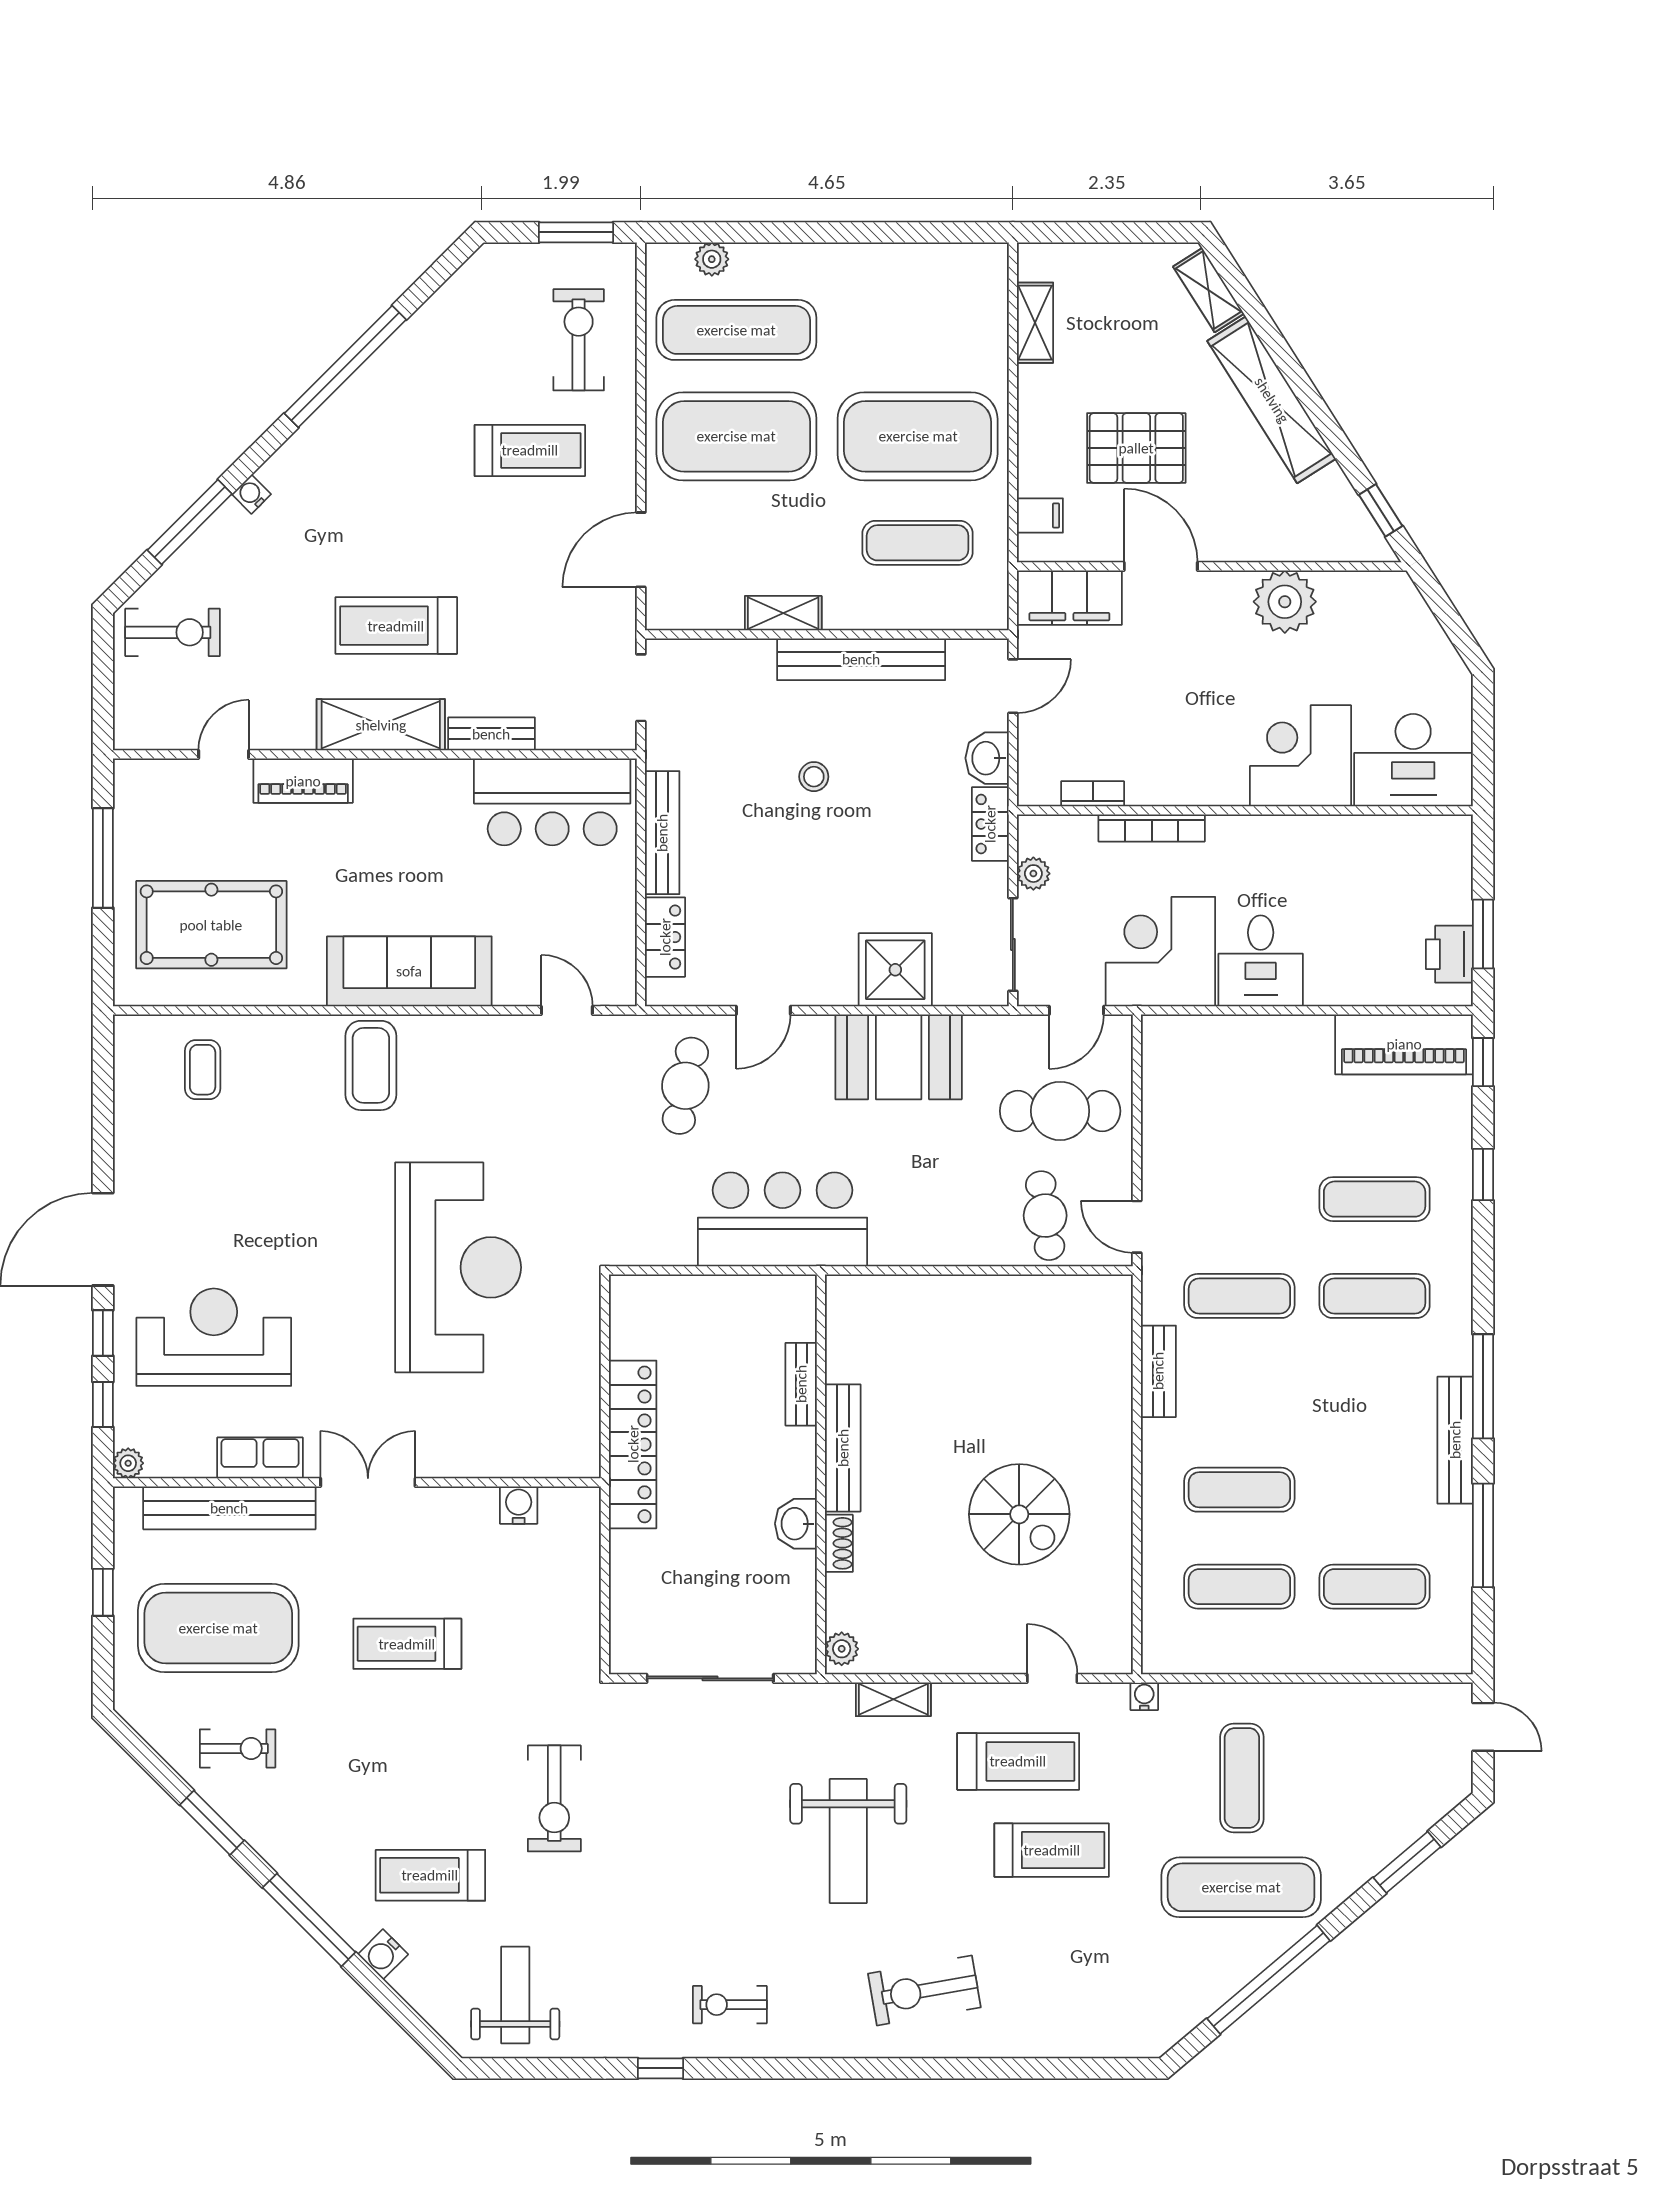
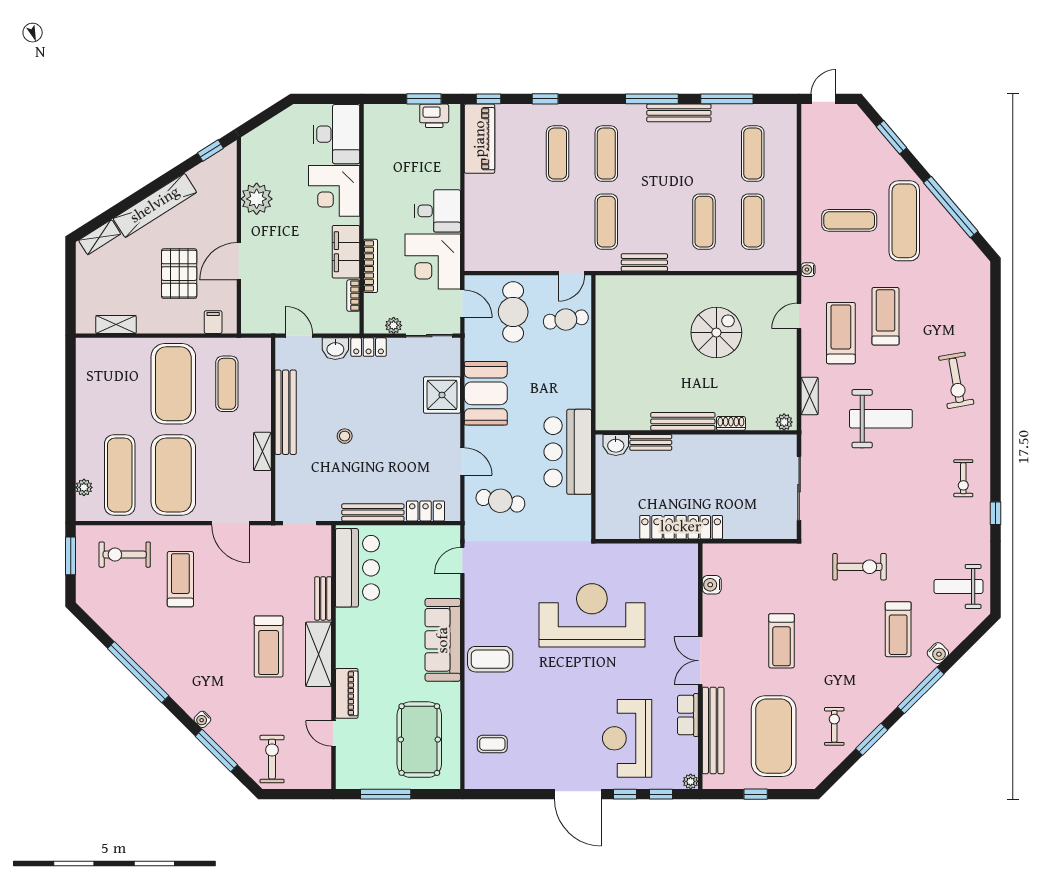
filing cabinet: (1069, 598) -> (346, 252), moved, turned 180
washbasin: (796, 1524) -> (616, 445), moved

